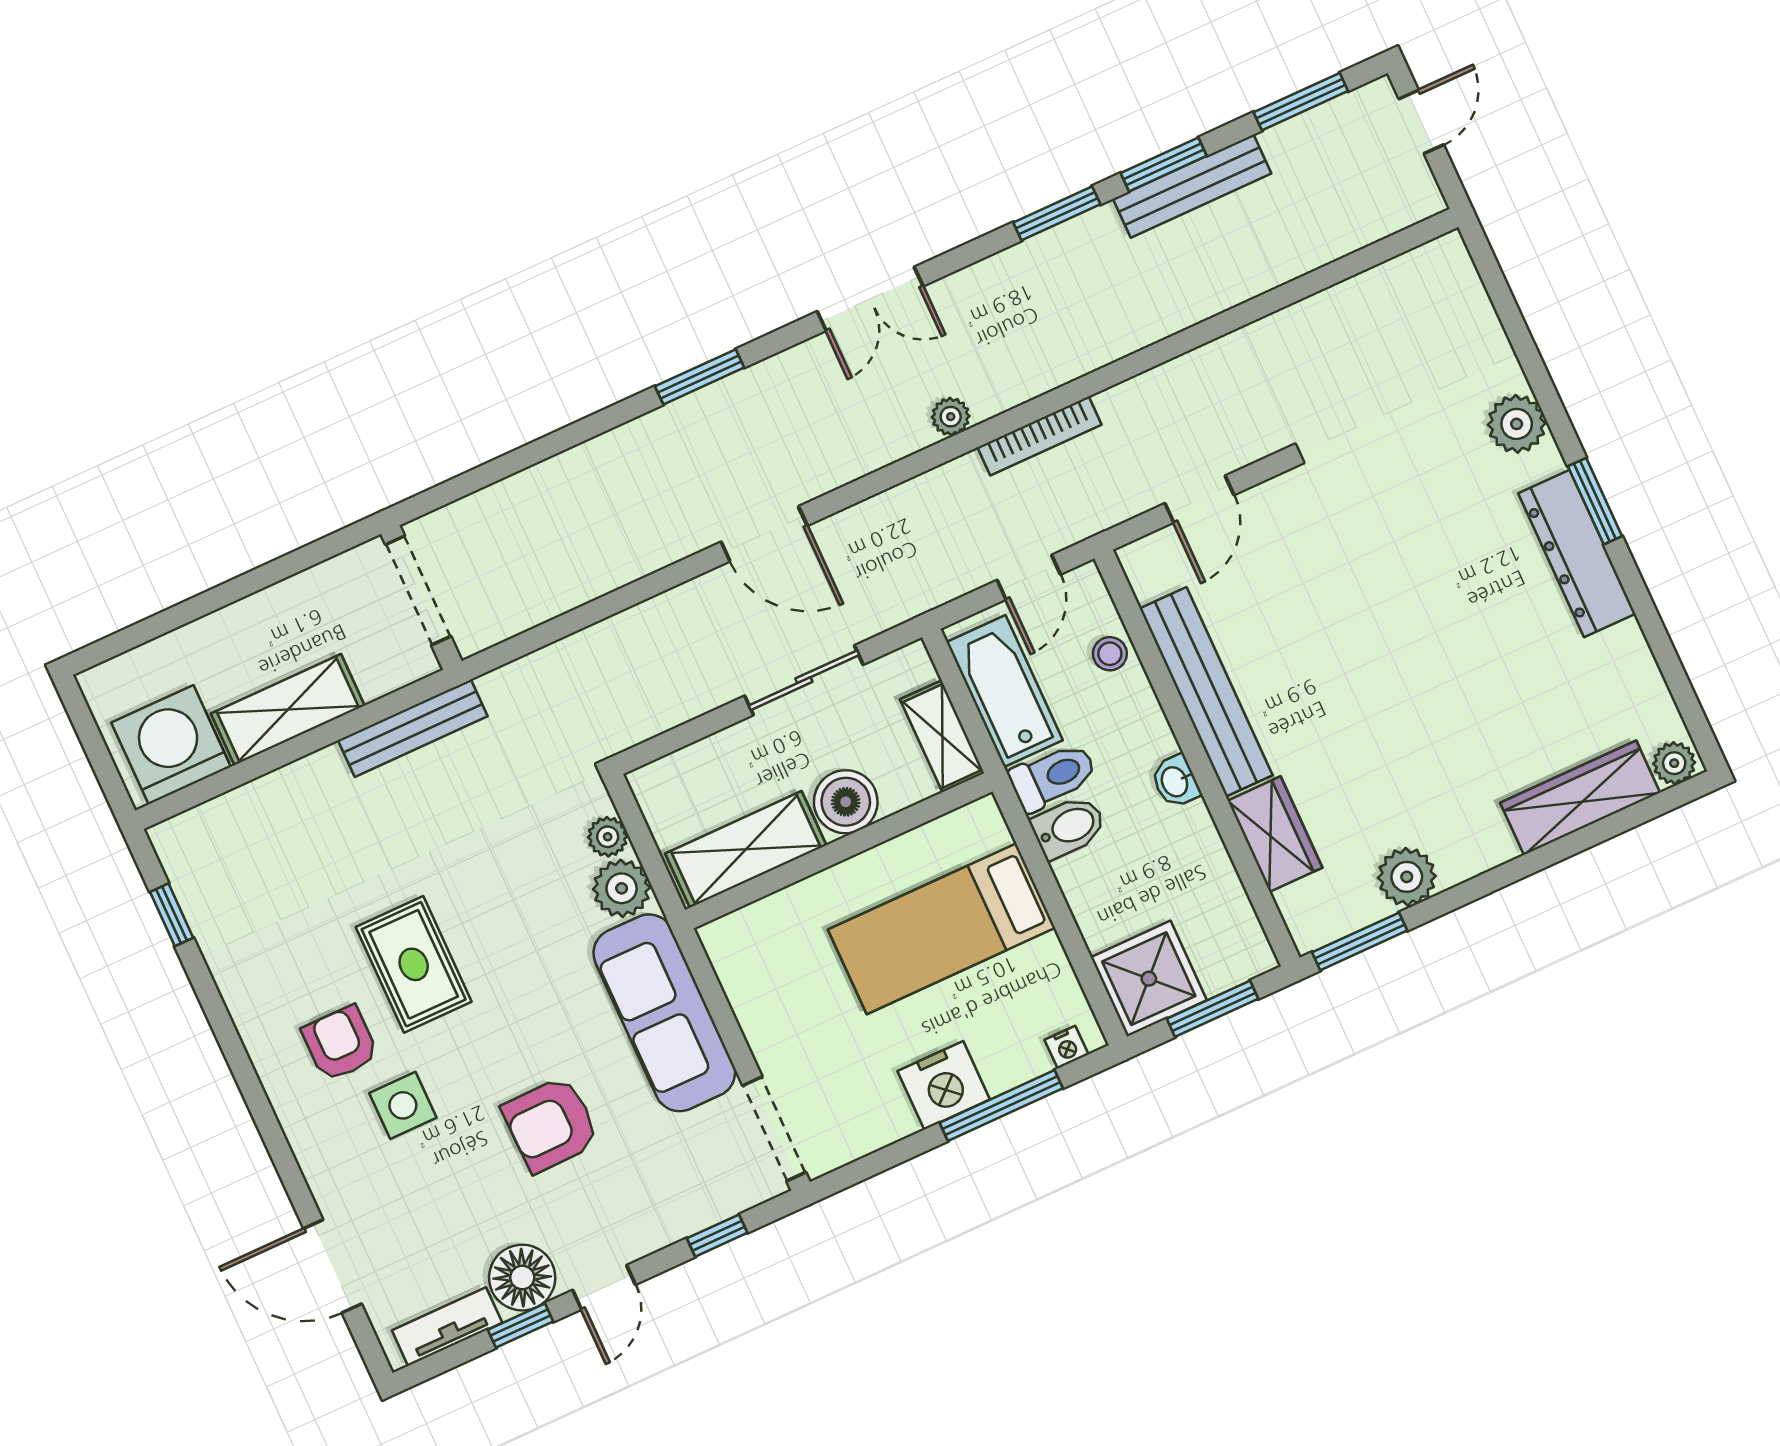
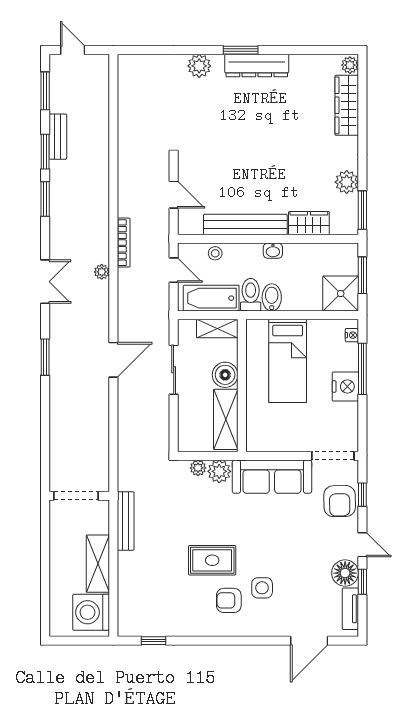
bench: (1192, 186) -> (58, 137), width x0.73
armchair: (551, 1124) -> (340, 501), moved

